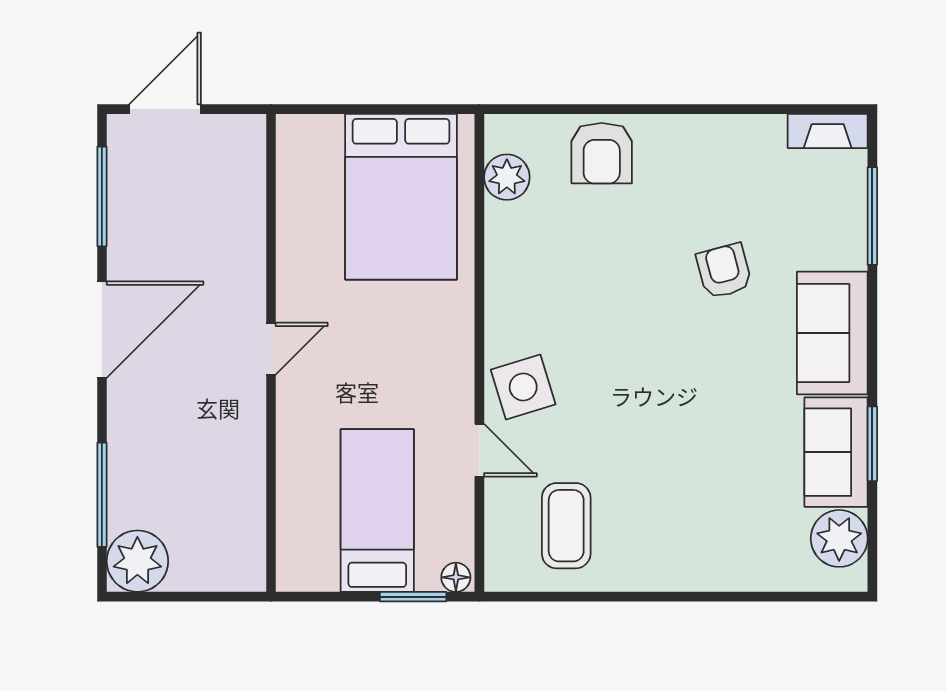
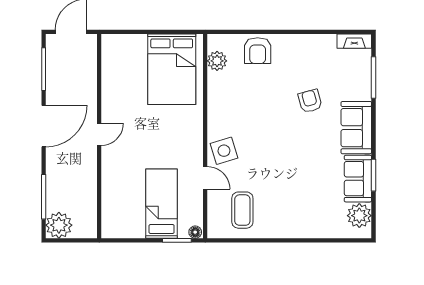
door: (271, 349) -> (99, 134), moved
wall: (271, 353) -> (99, 136), moved

